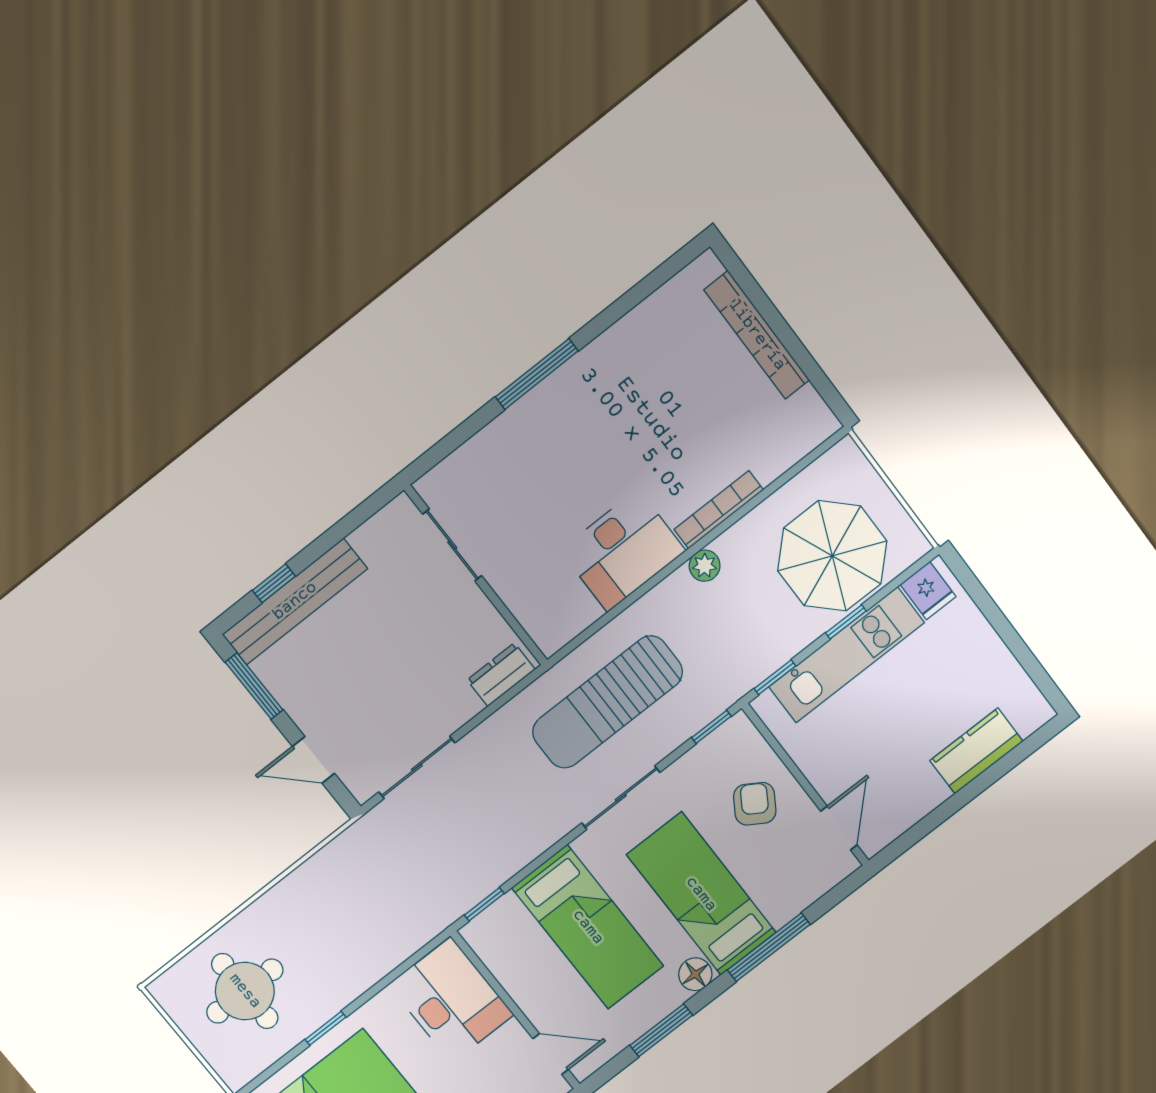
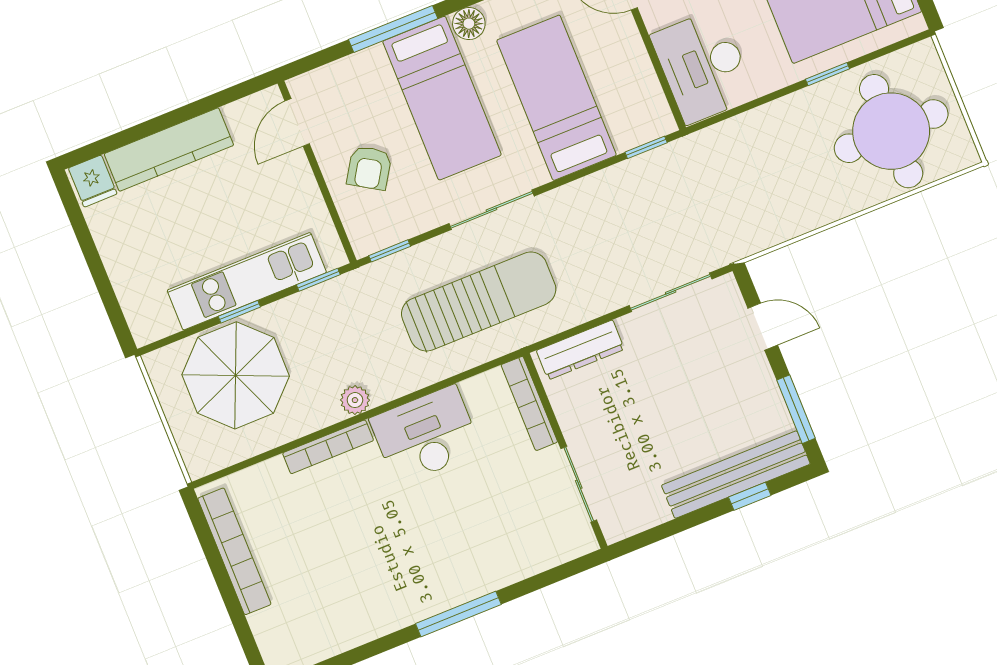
bookcase: (757, 335) -> (234, 551), moved
fridge: (928, 591) -> (93, 181), moved, turned 180
bookcase: (527, 613) -> (529, 403), added
dresser: (501, 675) -> (580, 350), width x1.44
kitchen counter: (976, 751) -> (169, 150), width x1.50
round table: (245, 991) -> (891, 131), width x1.36, depth x1.36

